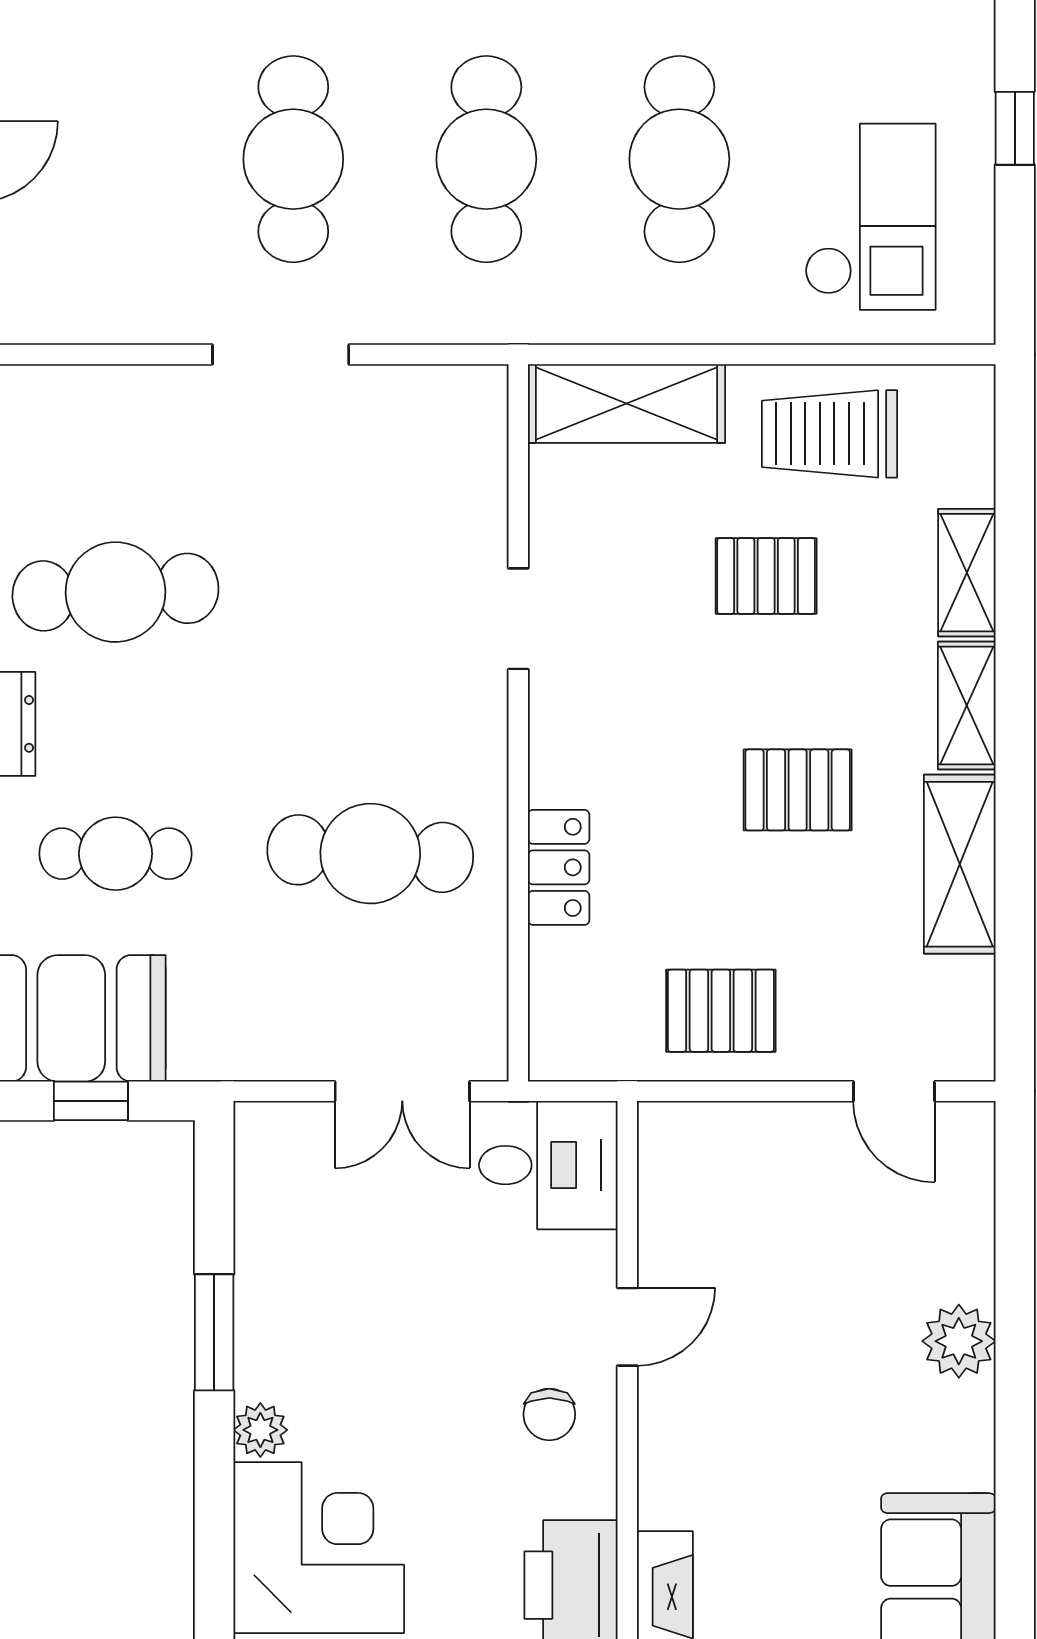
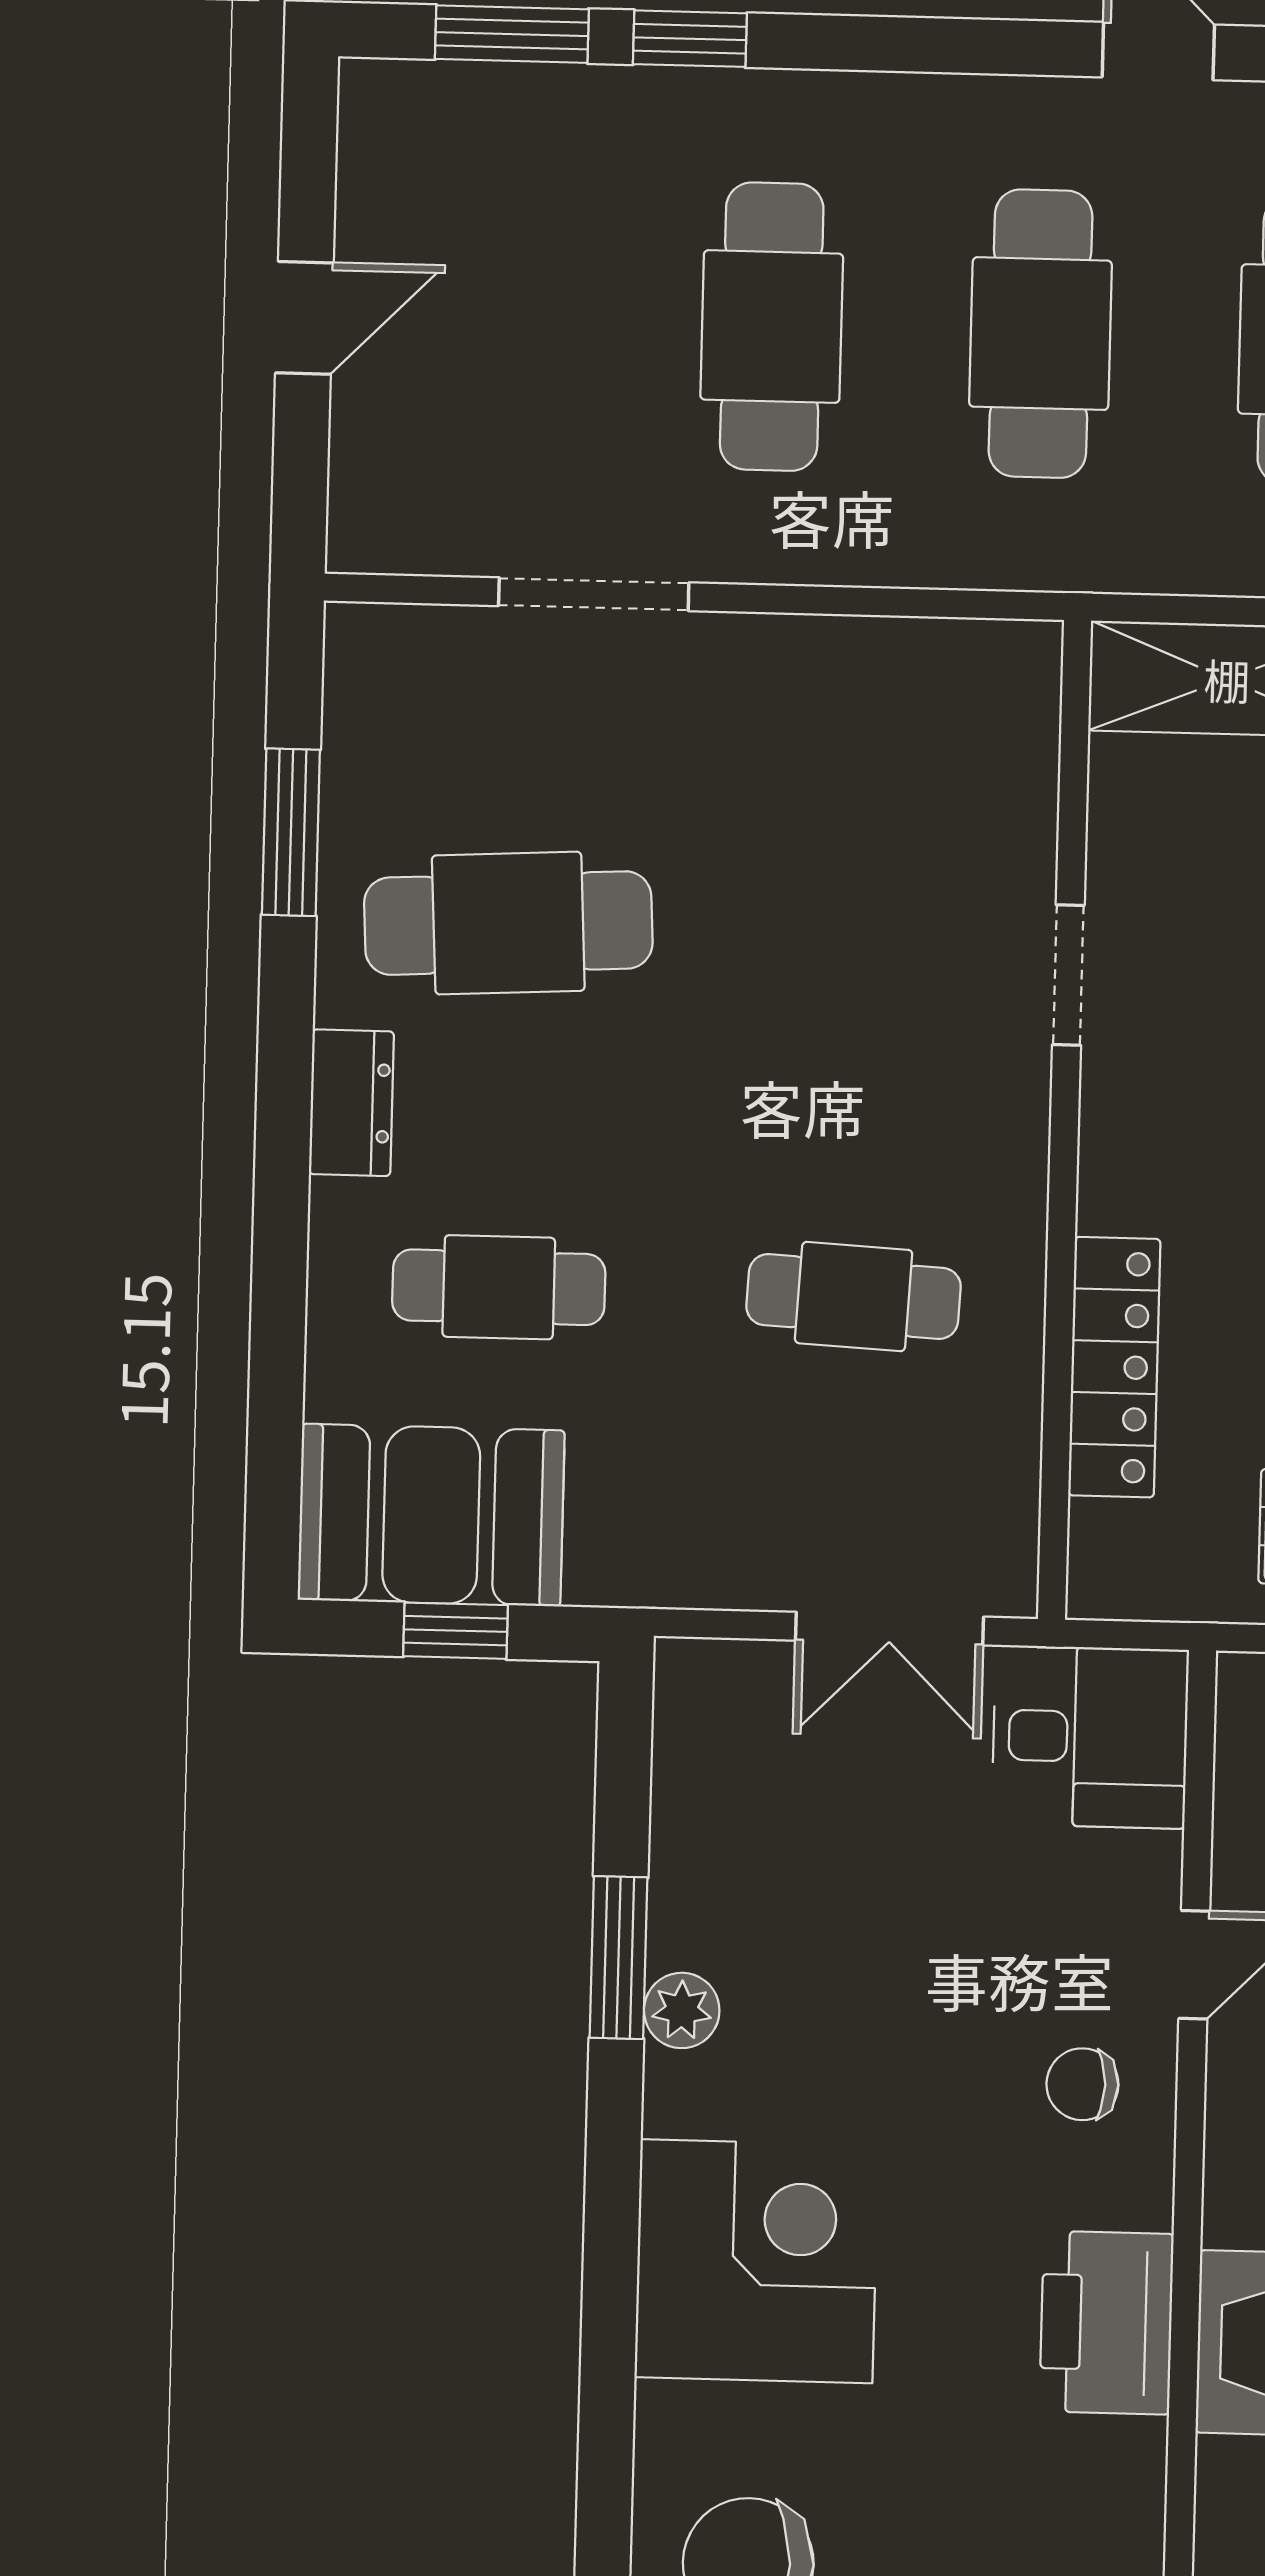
doorway: (281, 355) -> (594, 594), moved
cafe table: (370, 854) -> (854, 1297), width x0.73, depth x0.74
locker: (559, 867) -> (1114, 1367), width x1.53
chair: (549, 1414) -> (1082, 2084), turned 90
plant: (260, 1430) -> (682, 2010), moved

